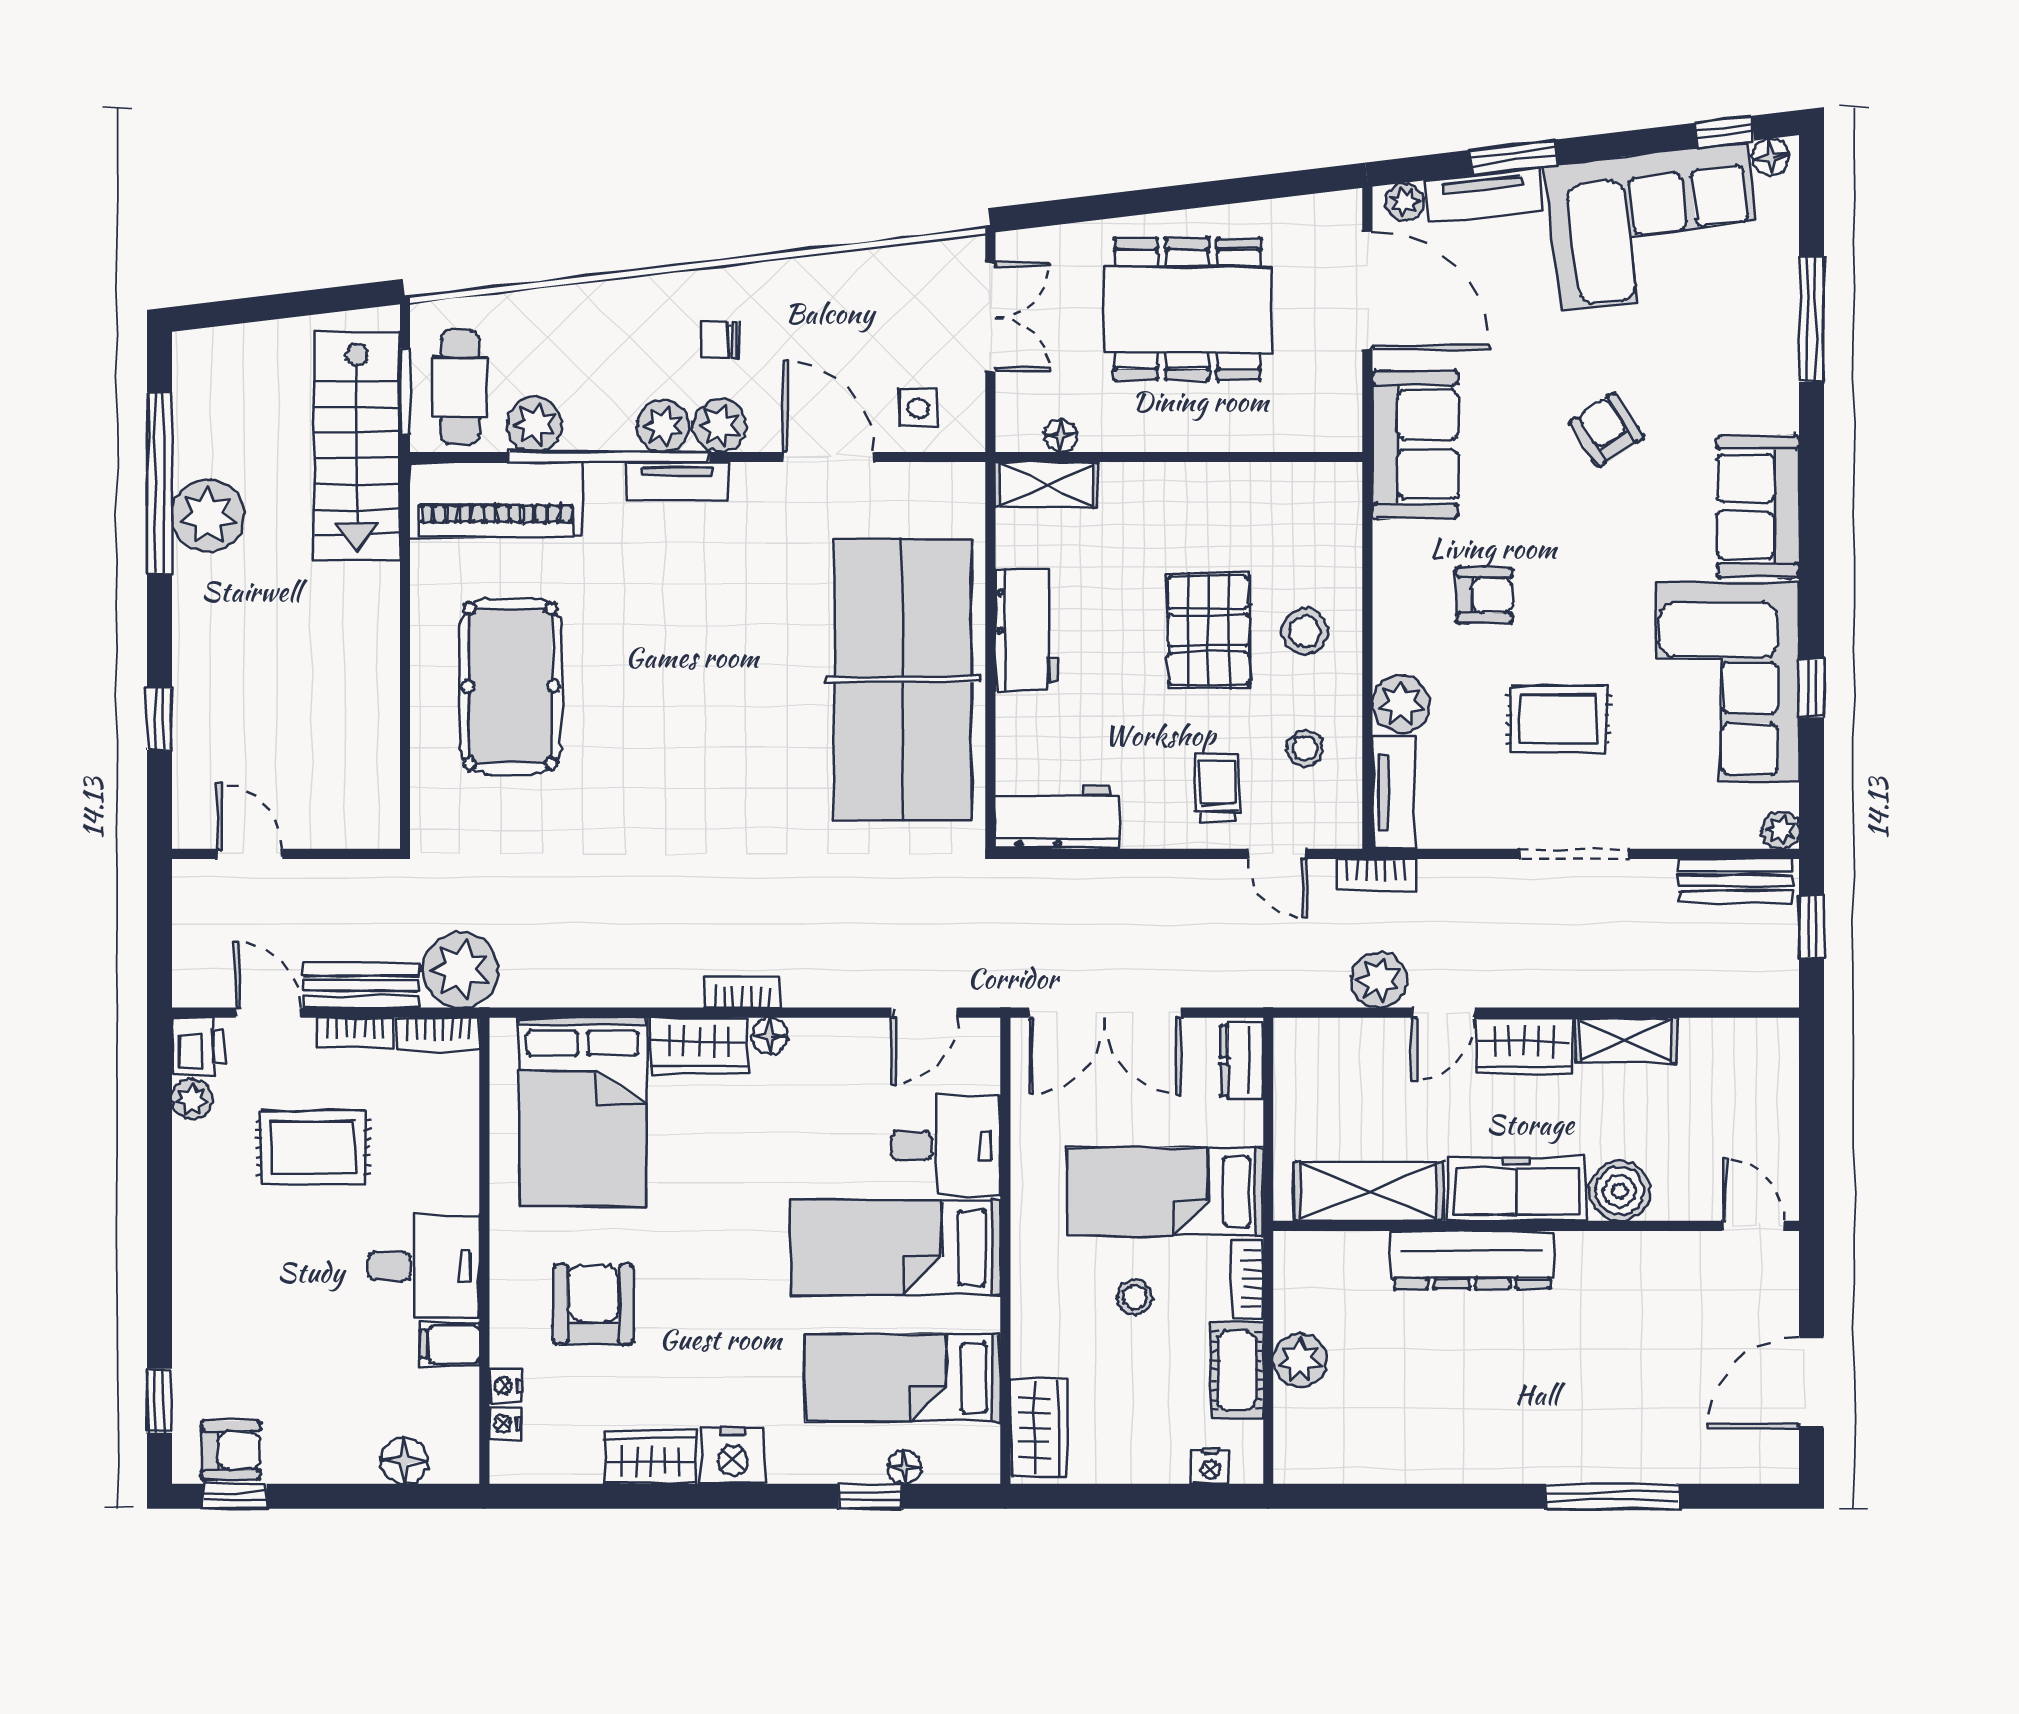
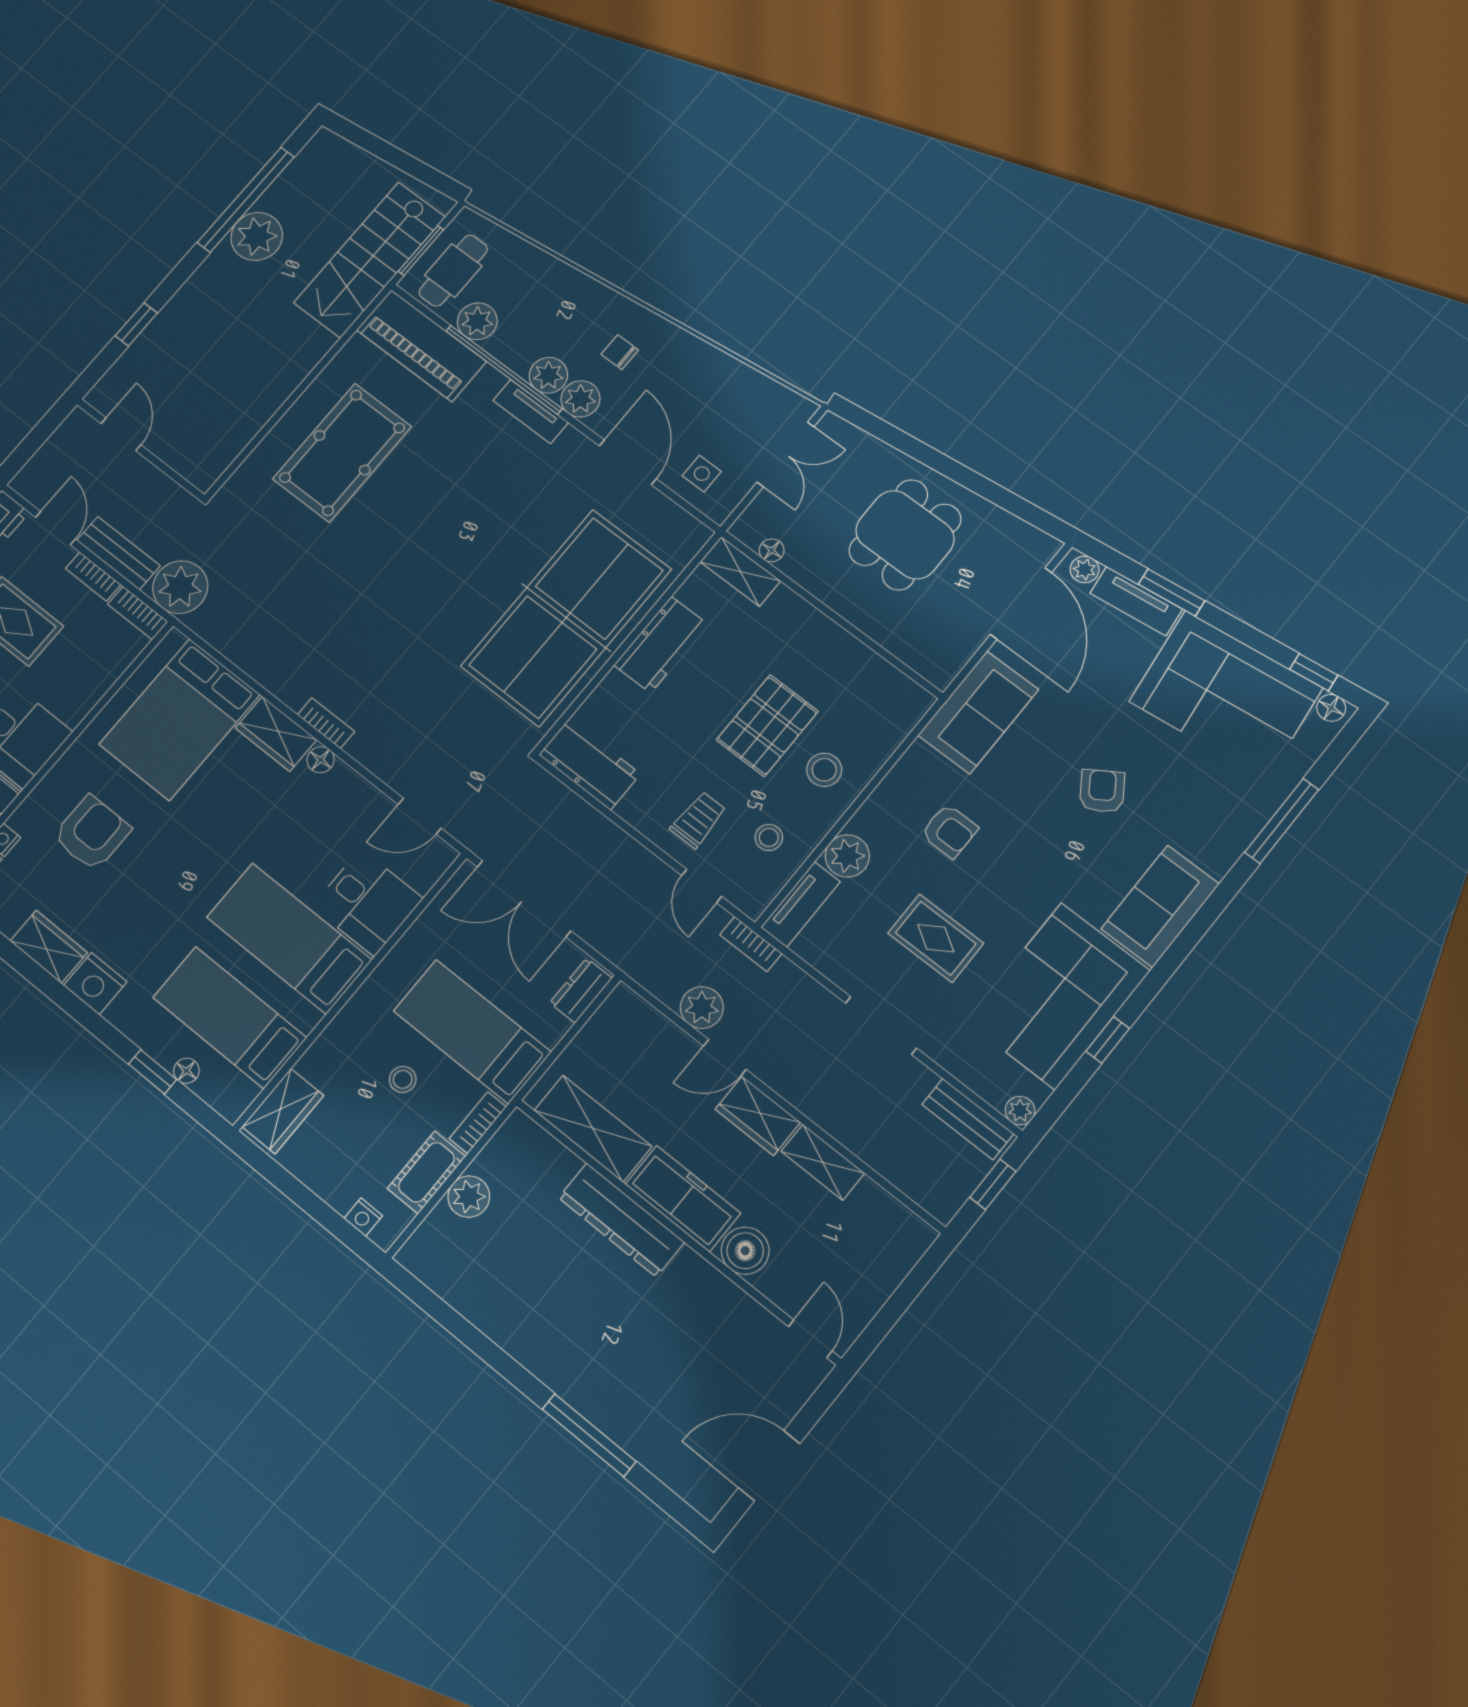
dining table: (1188, 309) -> (905, 535), width x0.73

